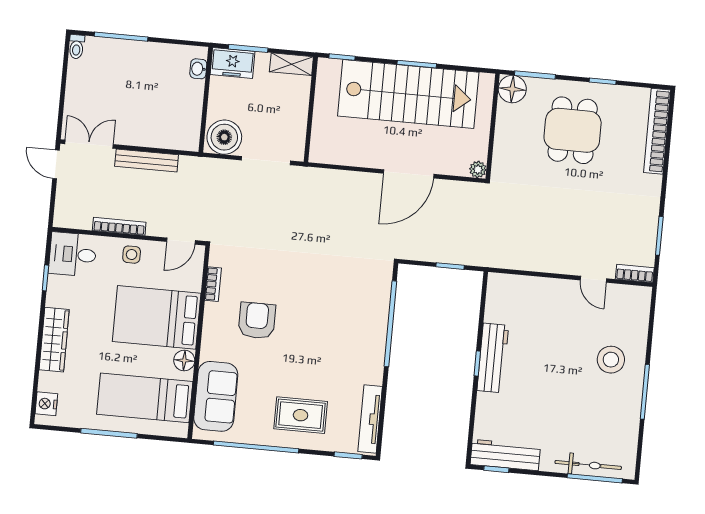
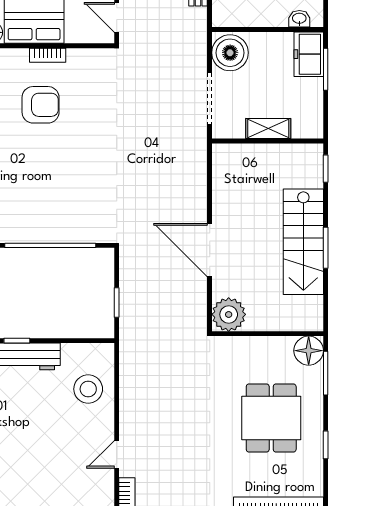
shelving: (291, 64) -> (268, 129), moved, turned 90
stairs: (408, 94) -> (303, 242), width x0.73, depth x0.66
dining table: (573, 130) -> (271, 418), turned 90
plant: (478, 169) -> (229, 314), width x1.87, depth x1.87
bookcase: (213, 284) -> (48, 55), moved
stool: (611, 360) -> (88, 389), moved

